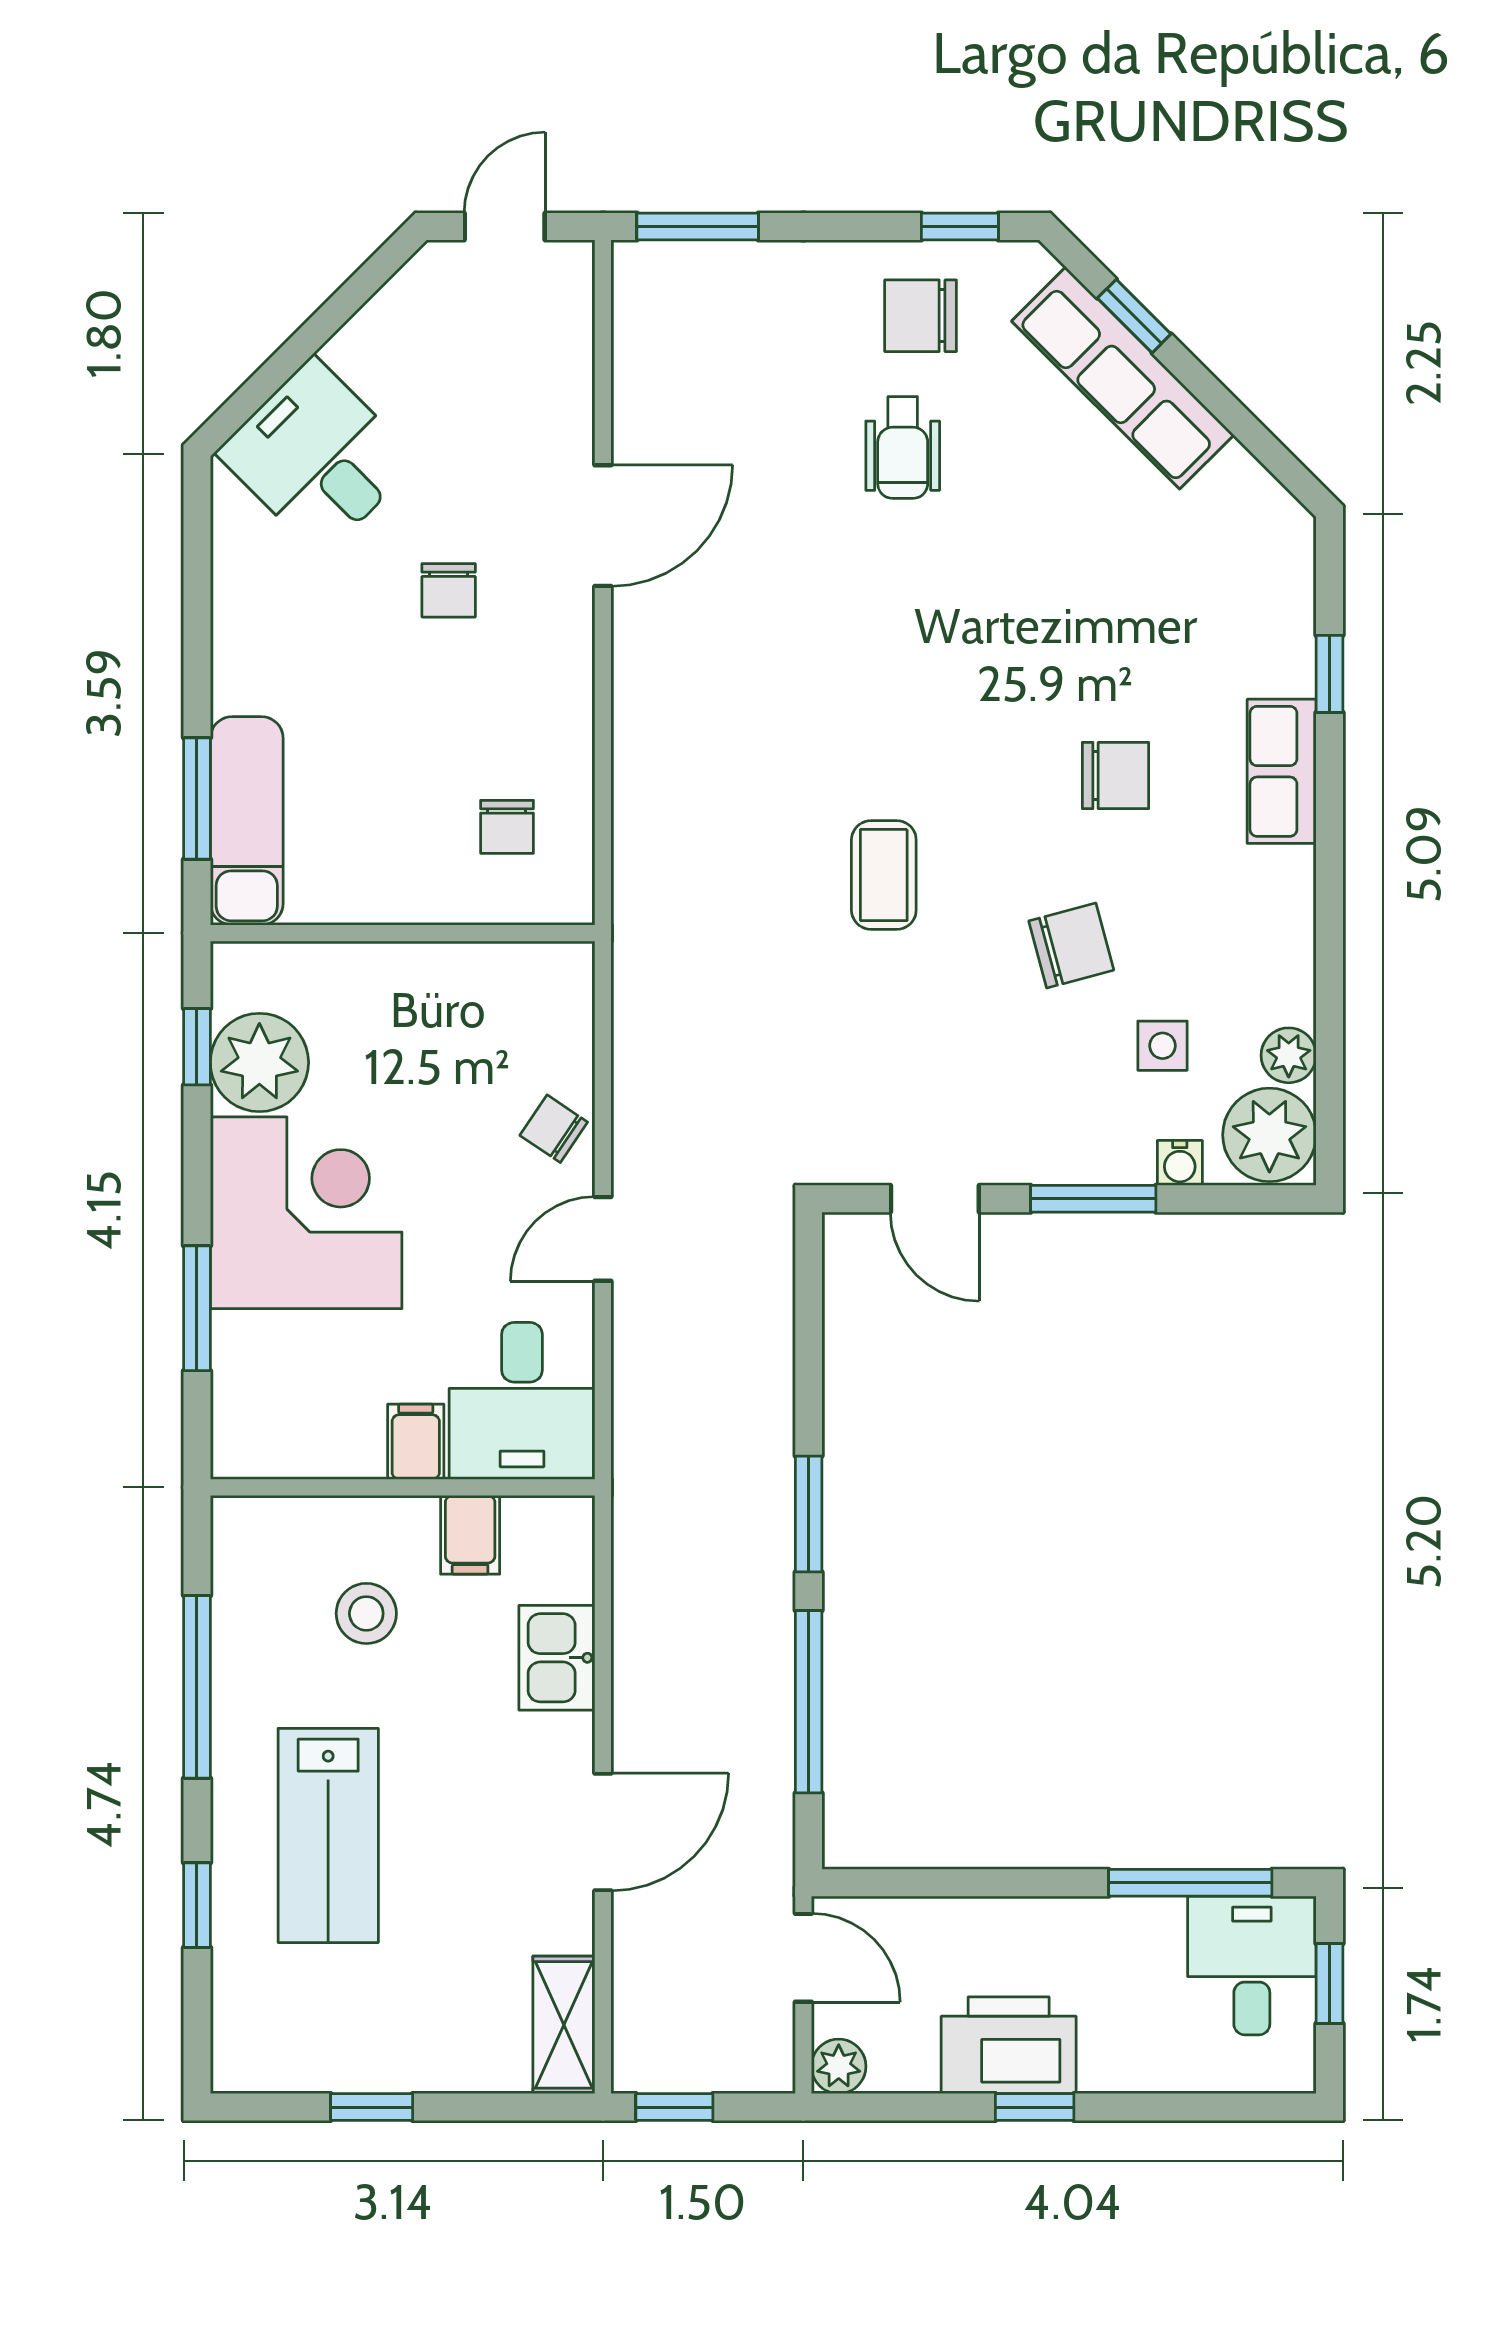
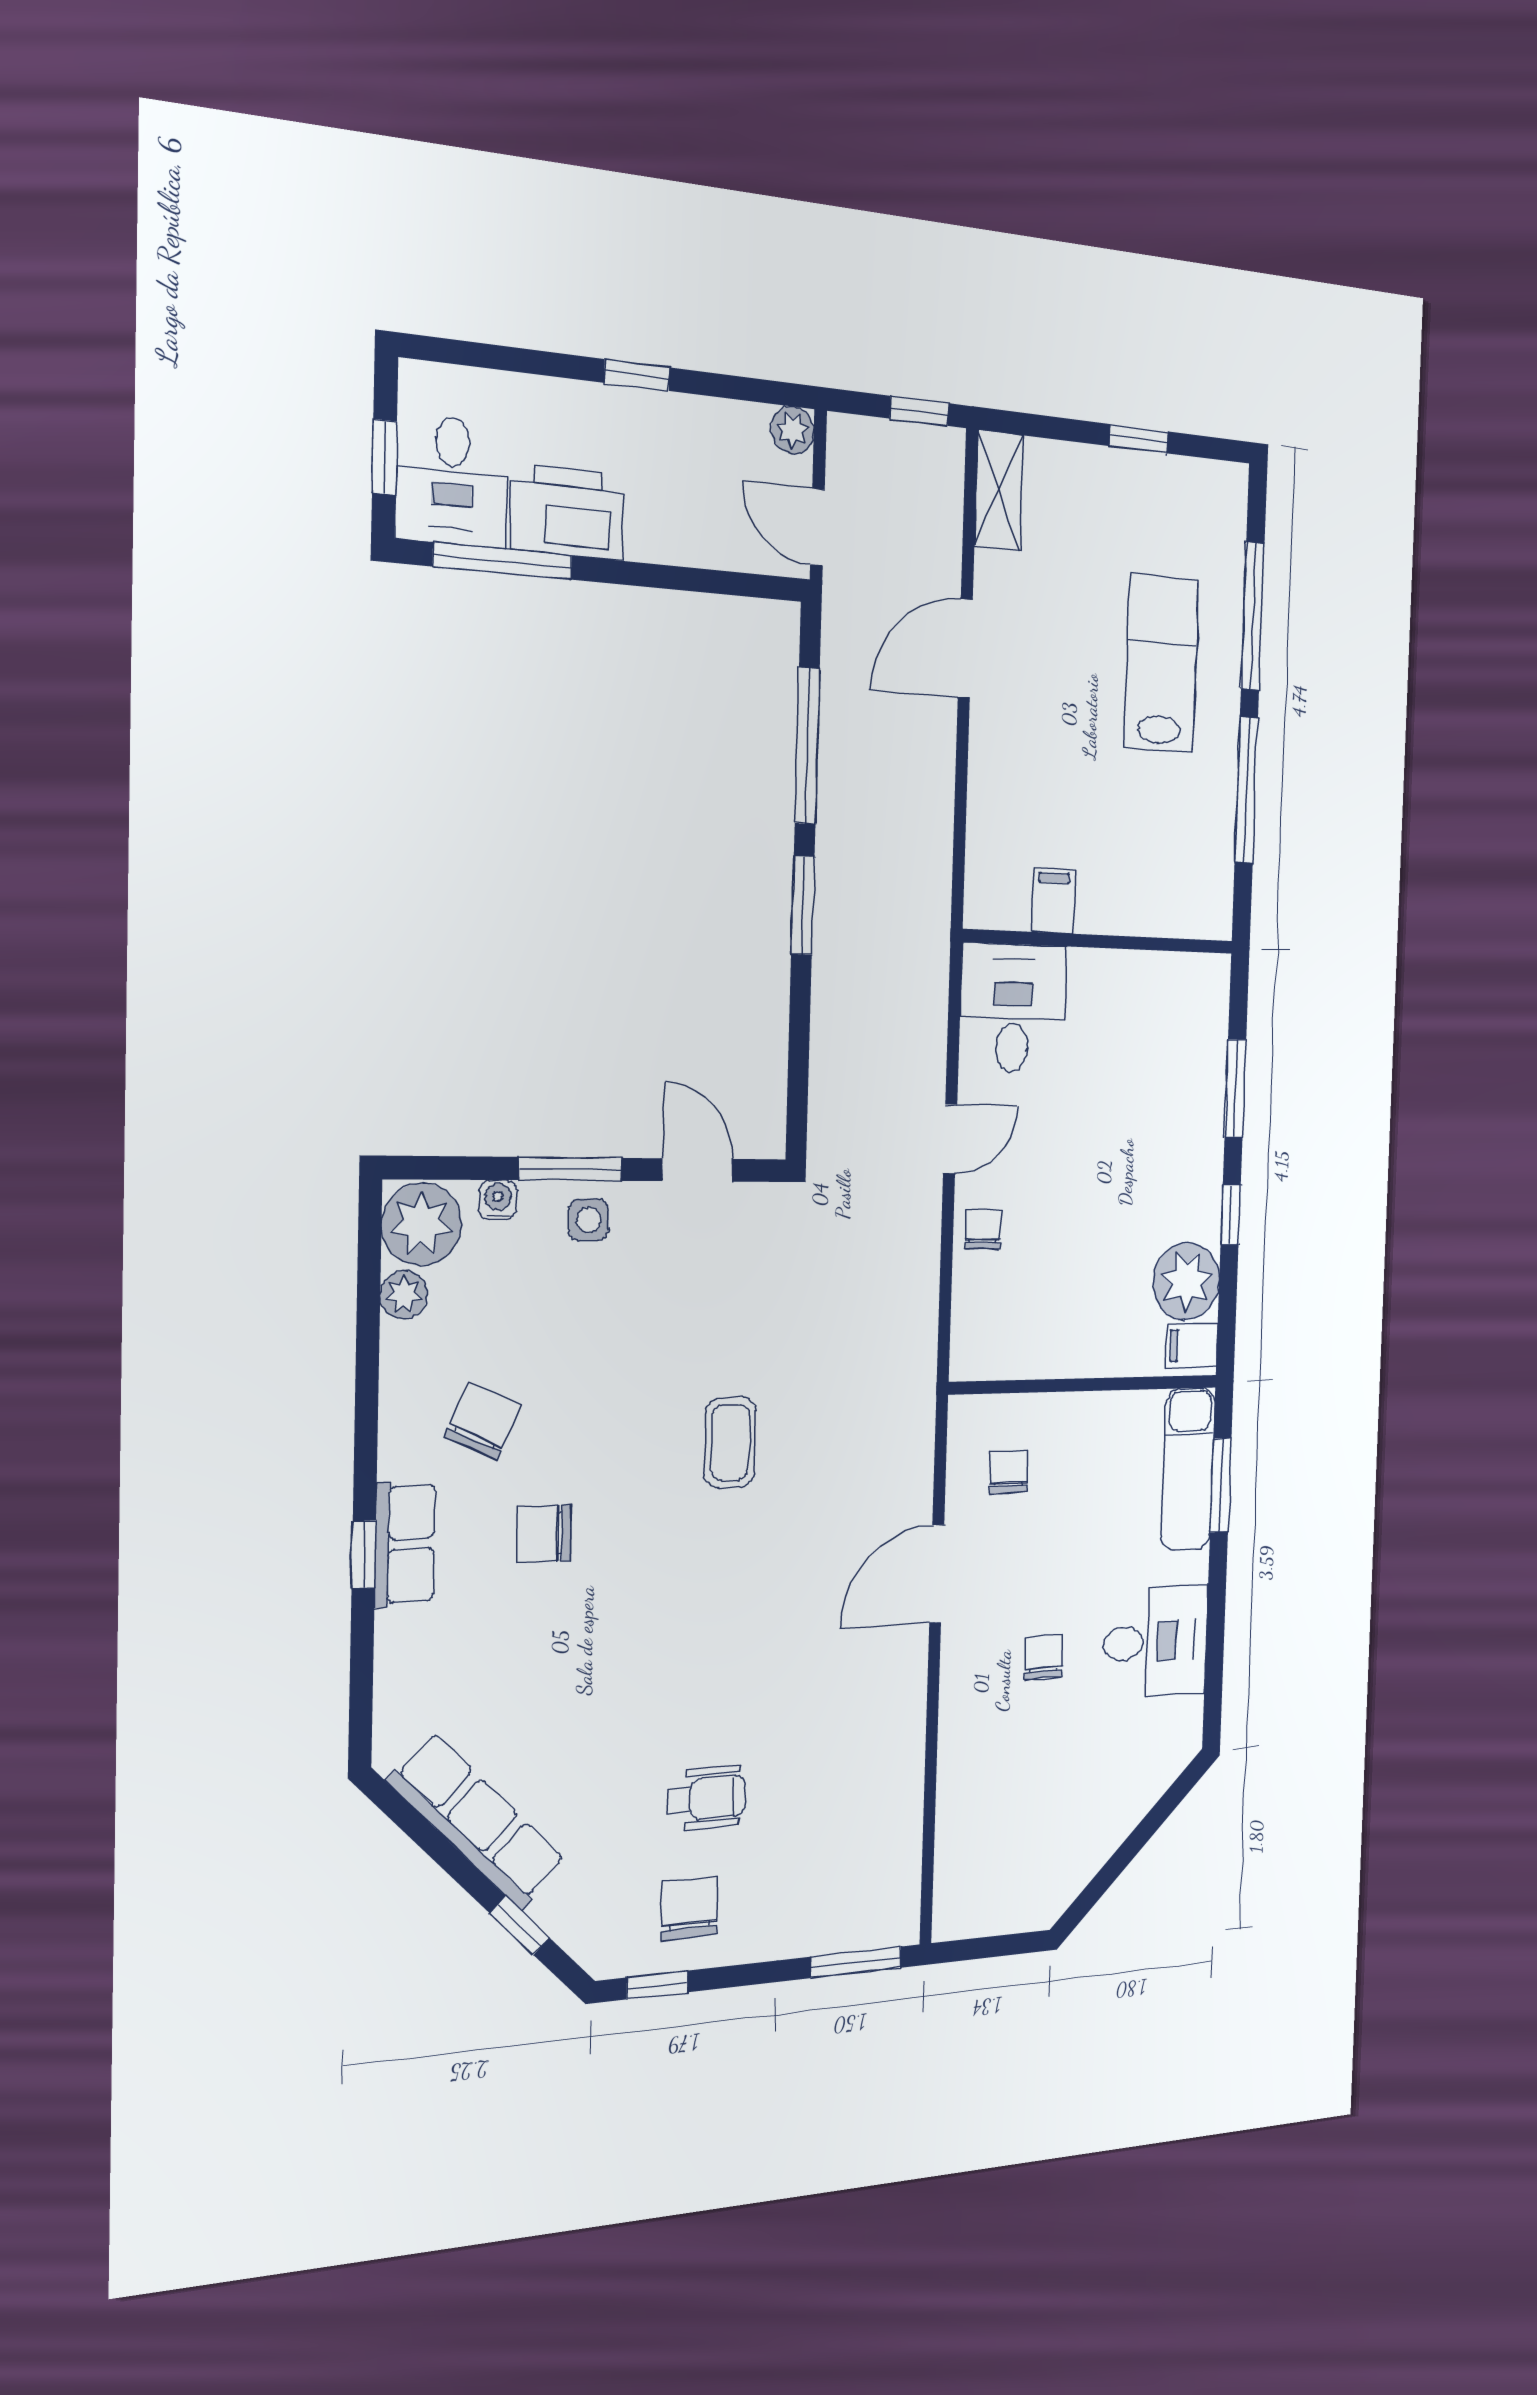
door: (505, 226) -> (995, 1946), removed
chair: (921, 316) -> (690, 1908), turned -90
row of seats: (1123, 378) -> (477, 1821), moved
wheelchair: (903, 448) -> (706, 1798), turned 90
desk: (317, 457) -> (1155, 1642), moved, turned -45
door: (603, 526) -> (937, 1574), moved
window: (1330, 674) -> (364, 1555), moved
chair: (1071, 946) -> (482, 1421), moved, turned 129
side table: (1163, 1046) -> (589, 1220), moved
window: (197, 1047) -> (1231, 1215), moved
chair: (554, 1129) -> (983, 1229), turned -124
corner desk: (306, 1213) -> (1159, 1163), removed
filing cabinet: (416, 1442) -> (1192, 1346), moved, turned 90
stool: (366, 1613) -> (1129, 841), removed
kitchen sink: (557, 1658) -> (994, 796), removed
window: (197, 1905) -> (1253, 616), width x2.17
printer: (1009, 2045) -> (567, 512), moved, turned 180

